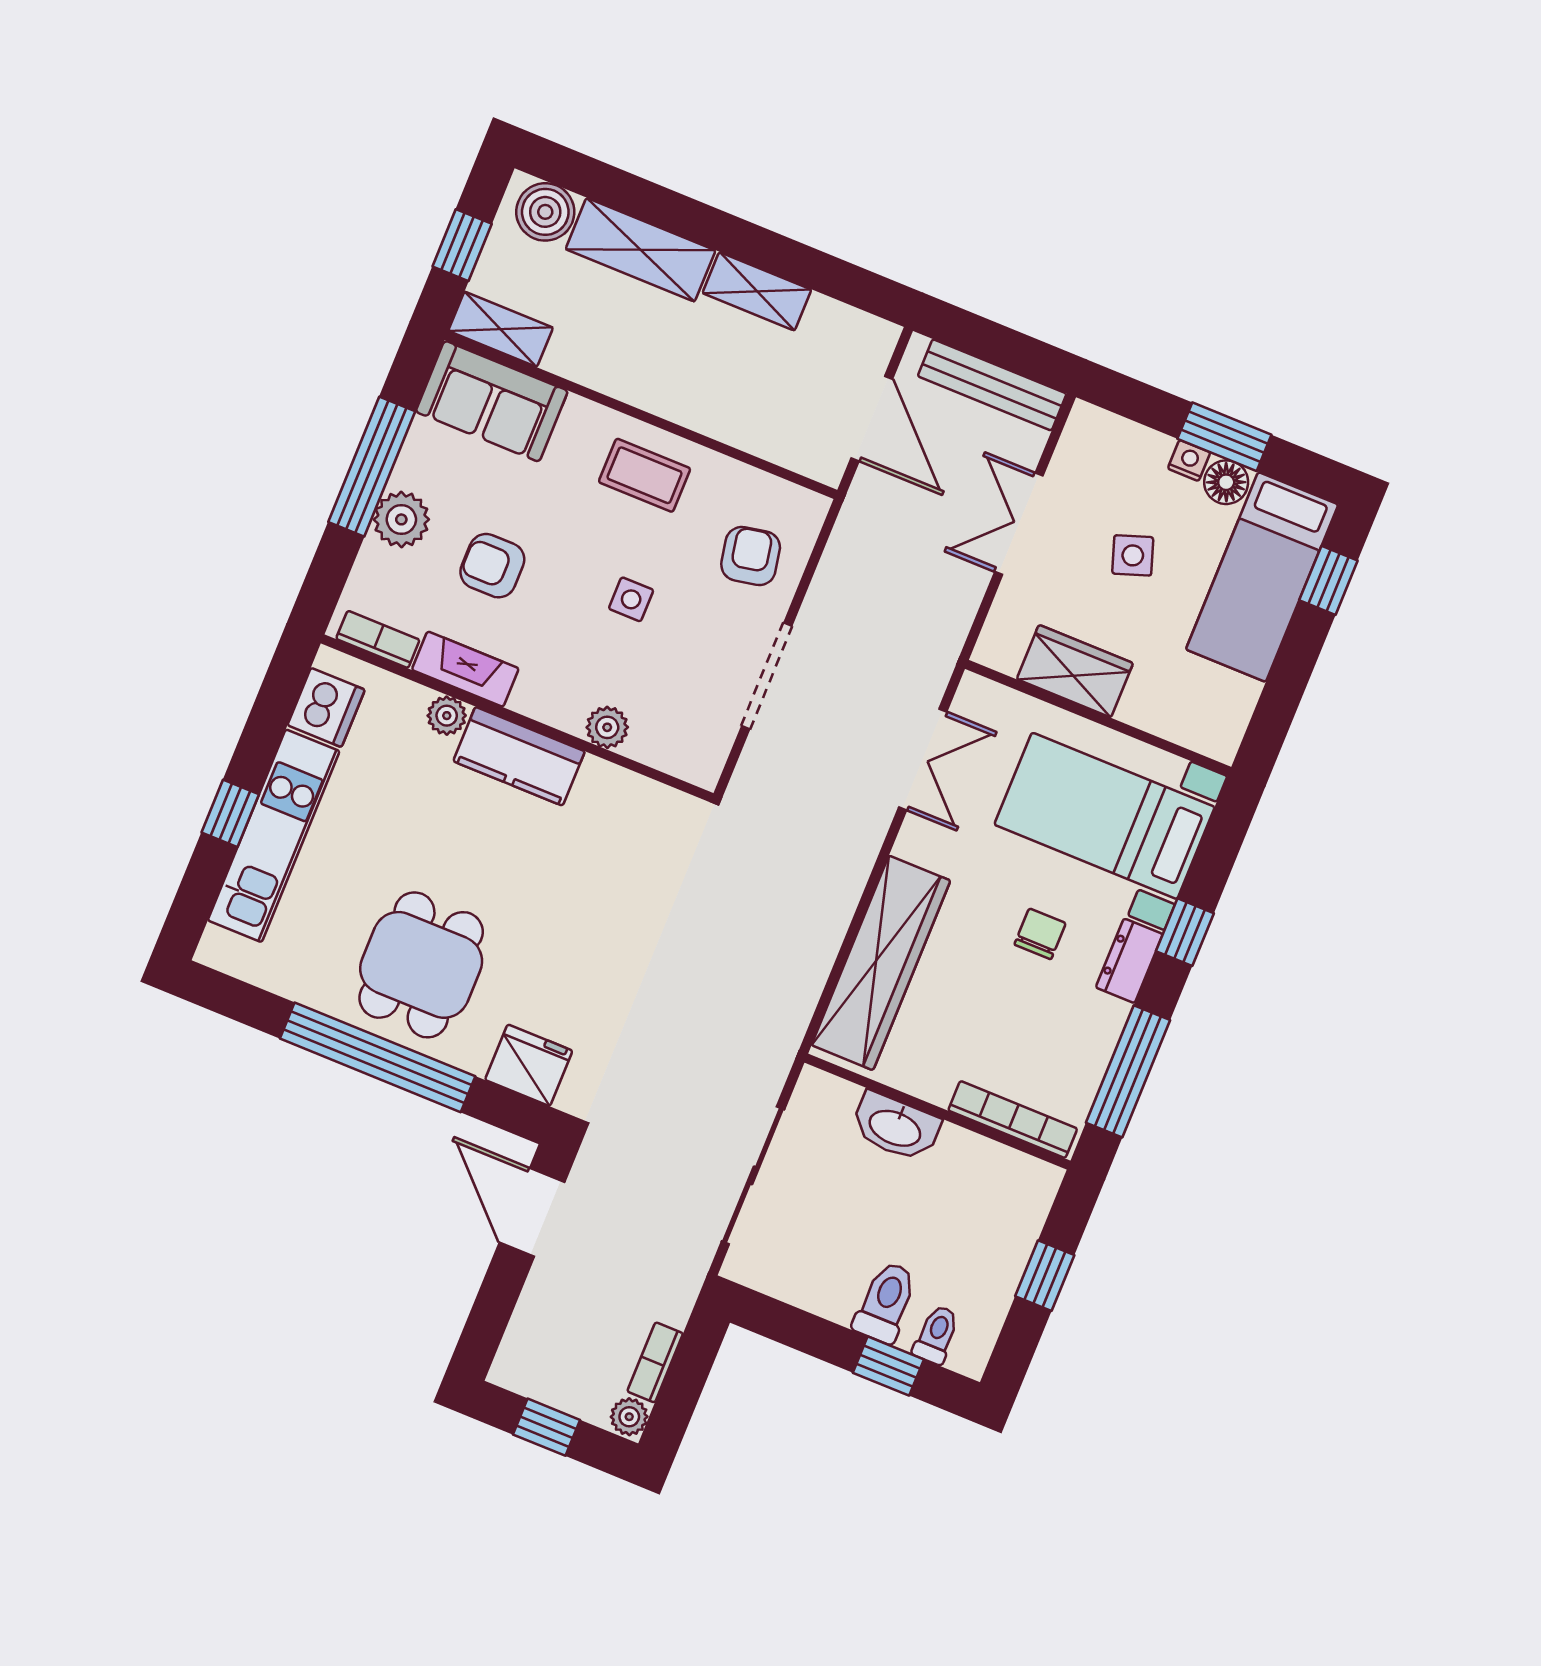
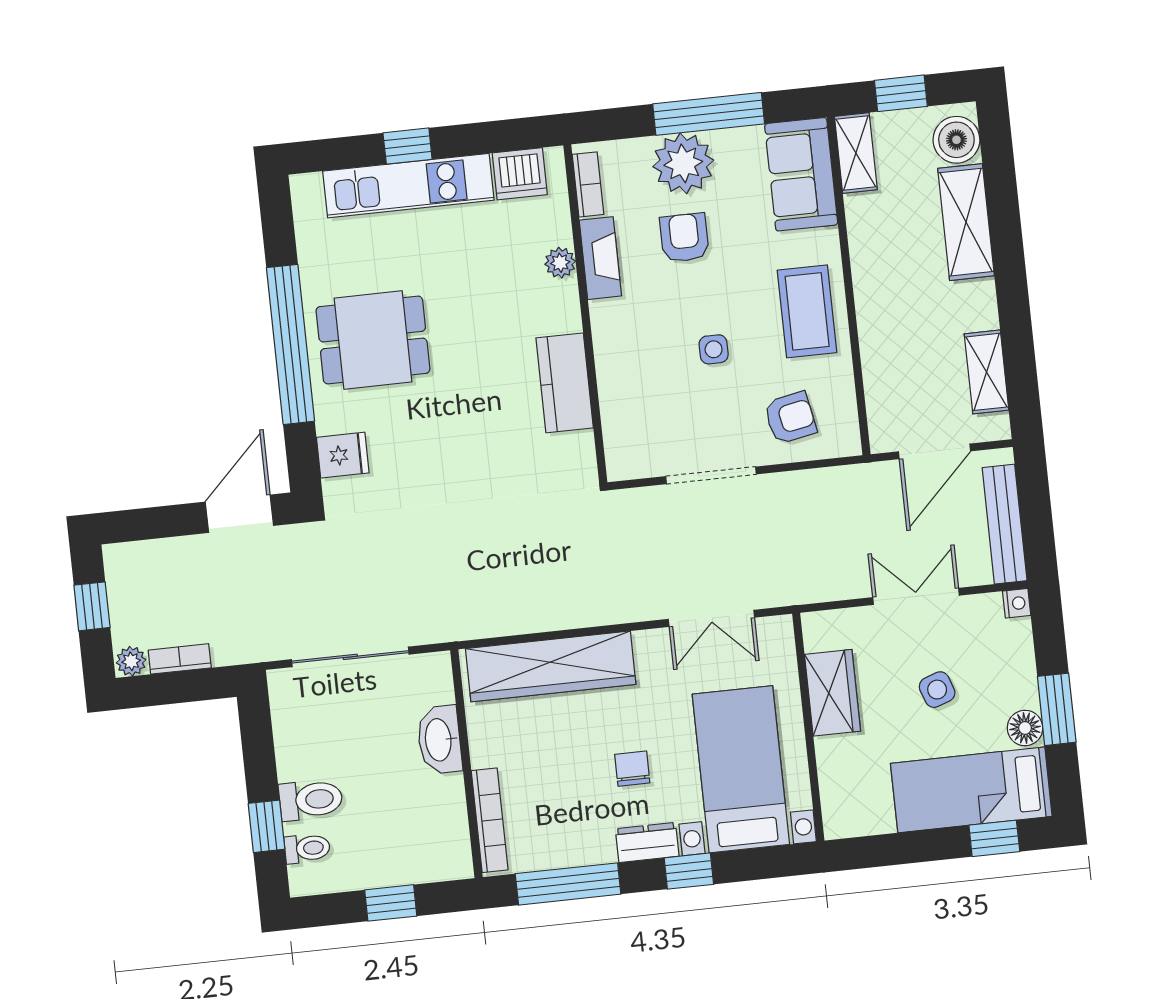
shelving: (757, 291) -> (987, 372), moved
nightstand: (1189, 460) -> (1017, 603), moved
coffee table: (645, 475) -> (807, 311), width x1.36, depth x1.30
plant: (401, 519) -> (683, 163), width x1.36, depth x1.36
plant: (607, 727) -> (613, 381), removed
kitchen counter: (519, 756) -> (565, 383), moved
chair: (1040, 934) -> (632, 769), turned -90
fridge: (529, 1065) -> (343, 455), width x0.72

